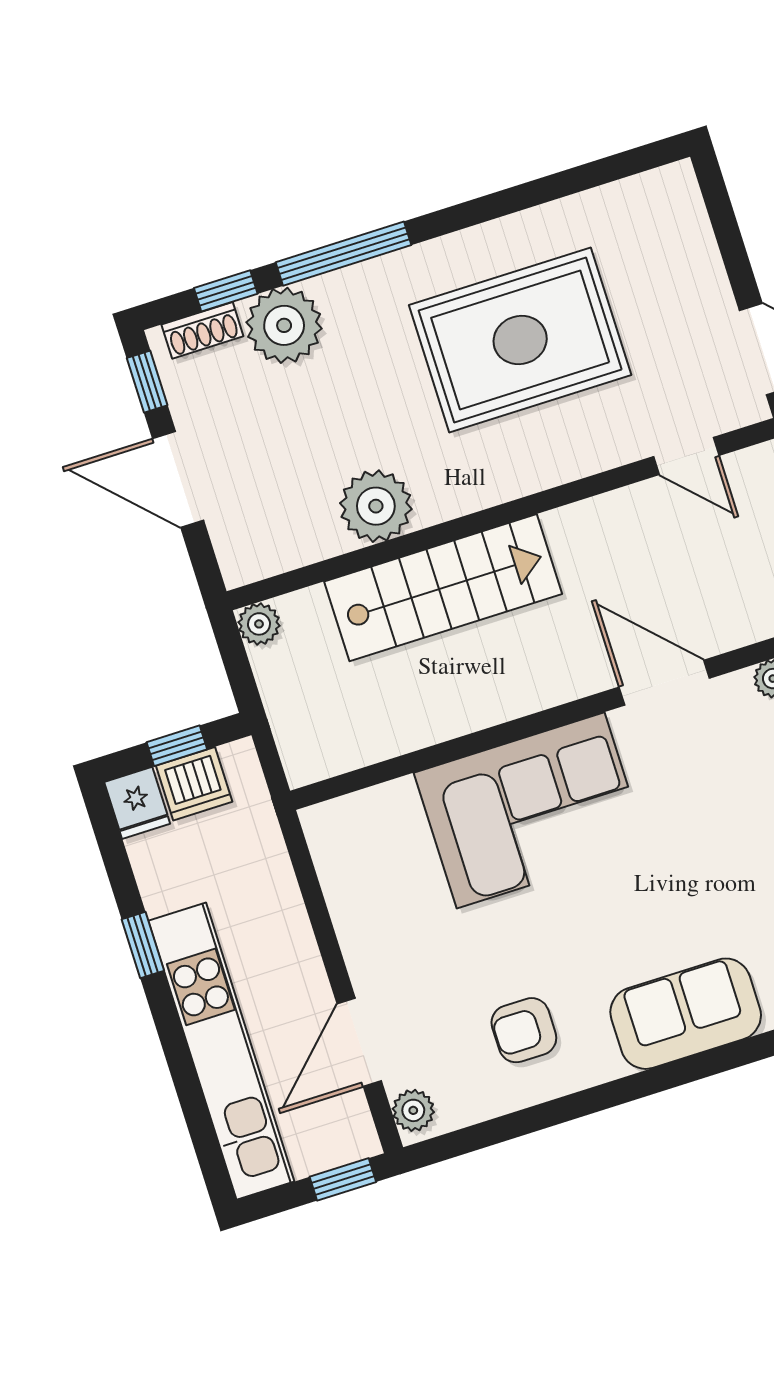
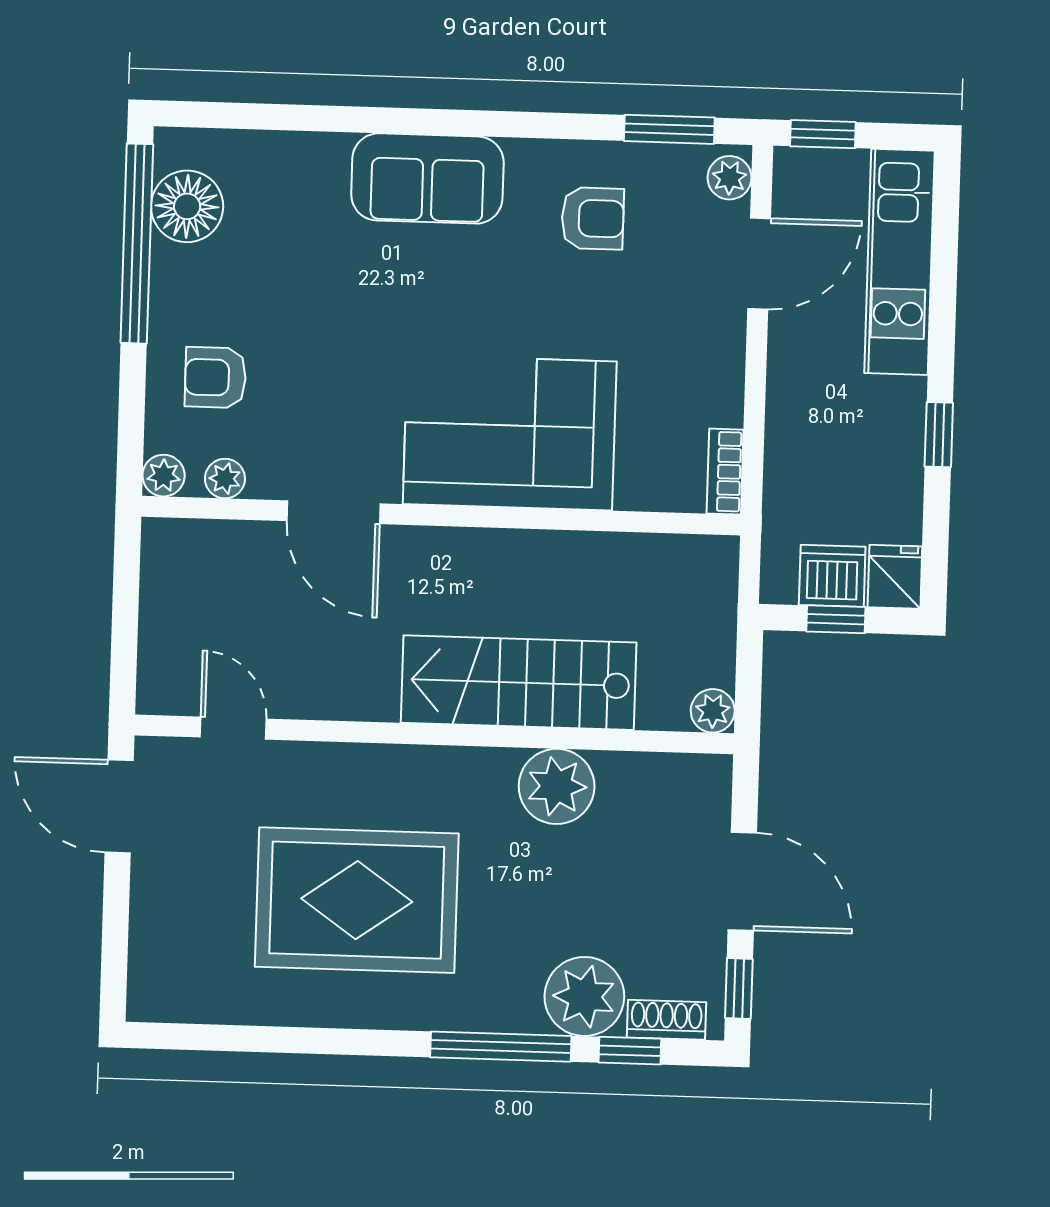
bookcase: (324, 844) -> (725, 472), added
kitchen unit: (221, 1051) -> (899, 262), width x0.73
window: (483, 1135) -> (669, 129), added

